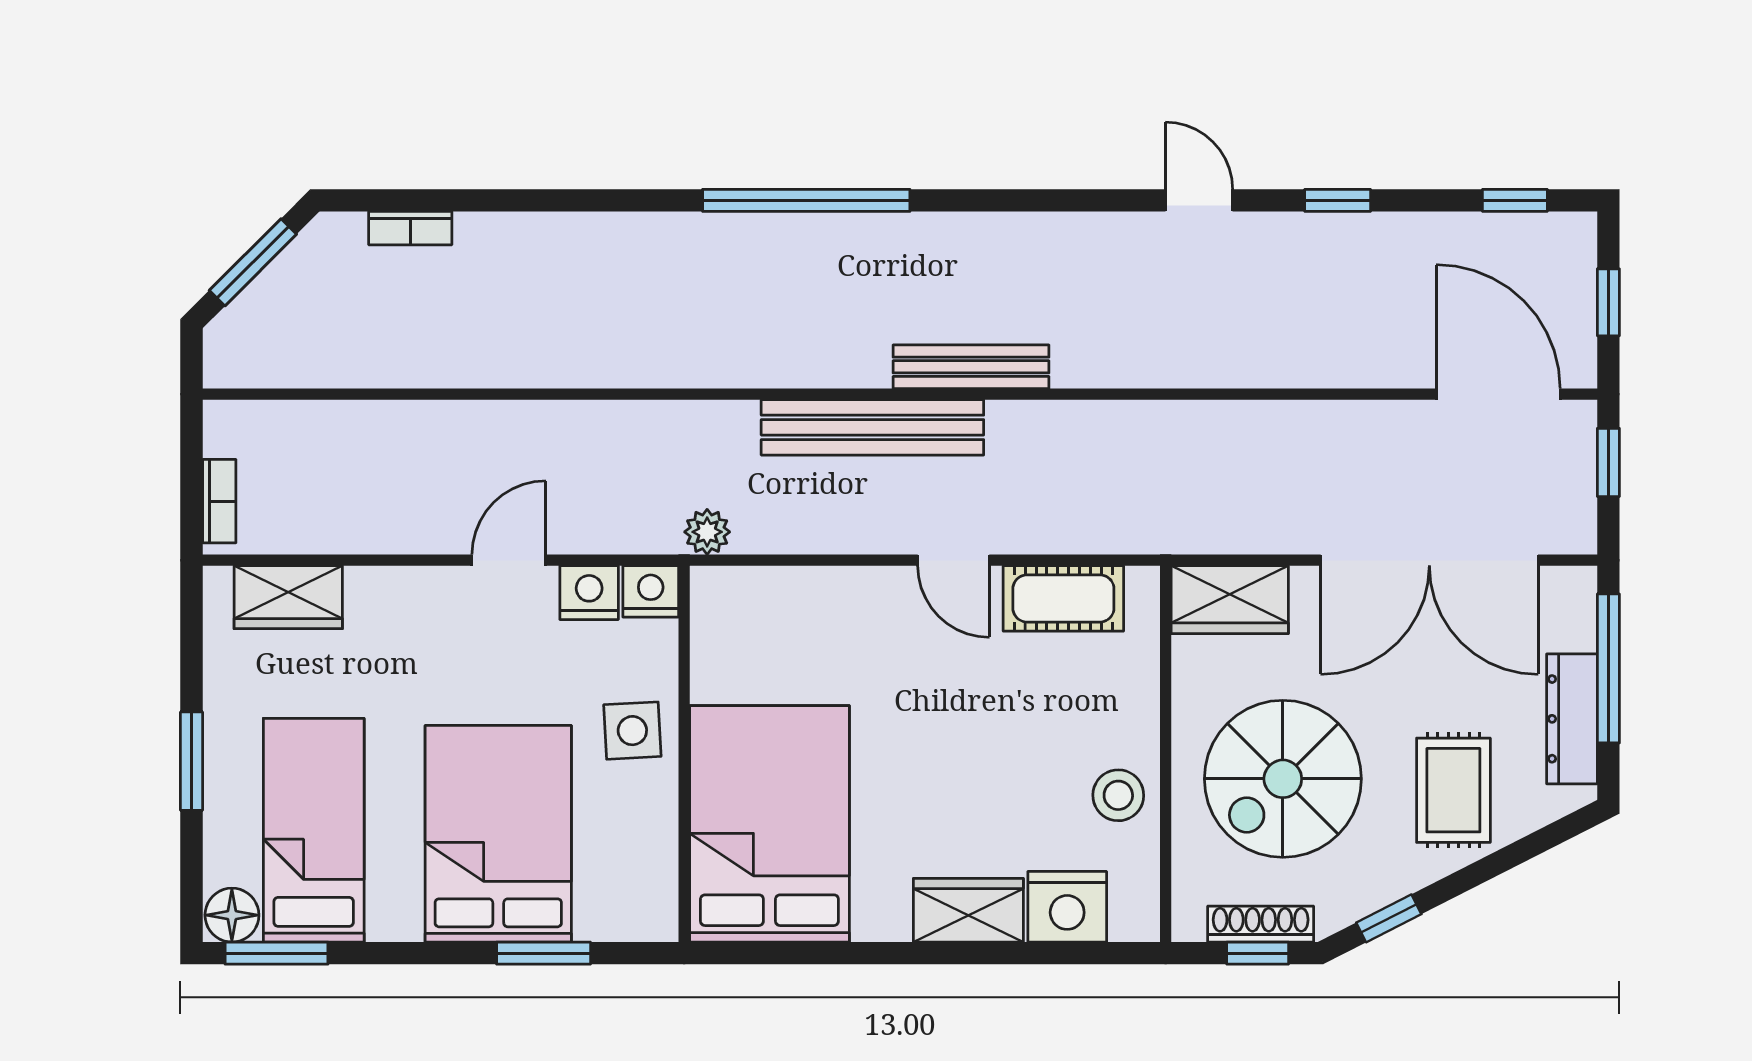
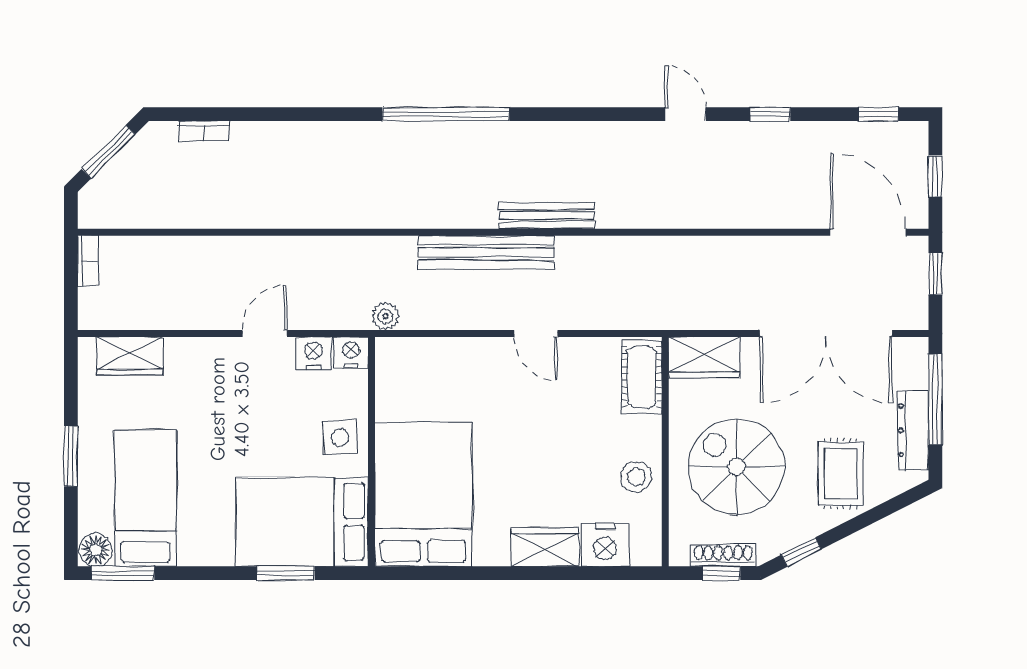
bookcase: (219, 501) -> (88, 261), moved
cot: (1063, 598) -> (642, 377), moved, turned 90
spiral stairs: (1283, 779) -> (737, 467), turned 90
bed: (498, 834) -> (302, 522), moved, turned -90

